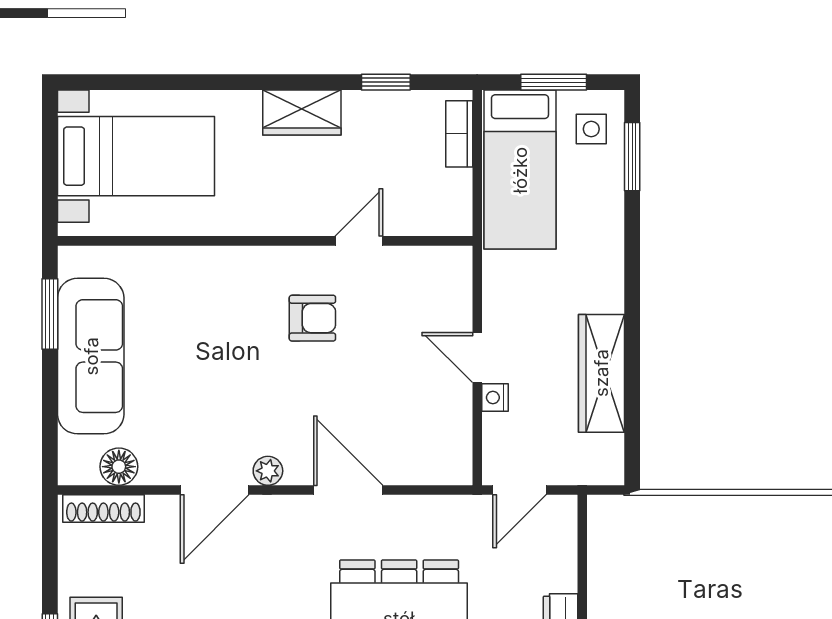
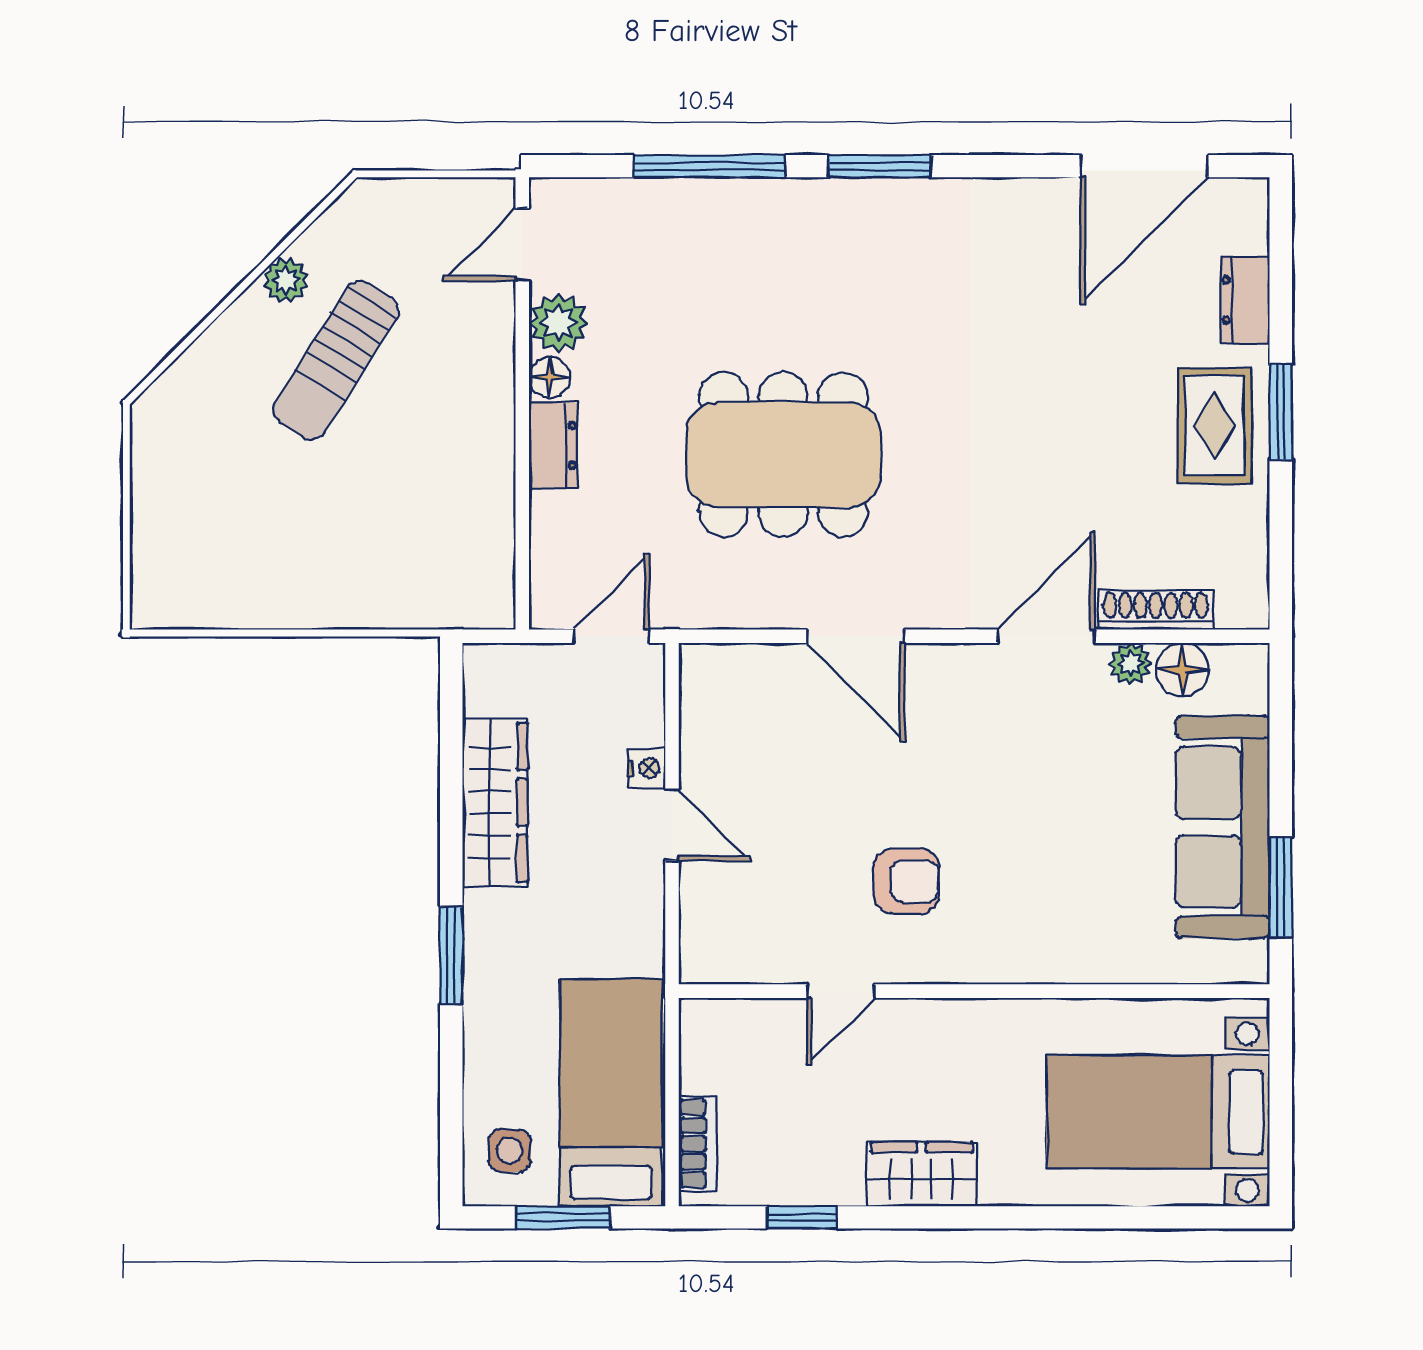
window: (632, 157) -> (451, 955), moved
armchair: (312, 318) -> (907, 881), turned 180
plant: (268, 471) -> (1131, 664), moved
shoe rack: (103, 509) -> (1156, 610), moved

